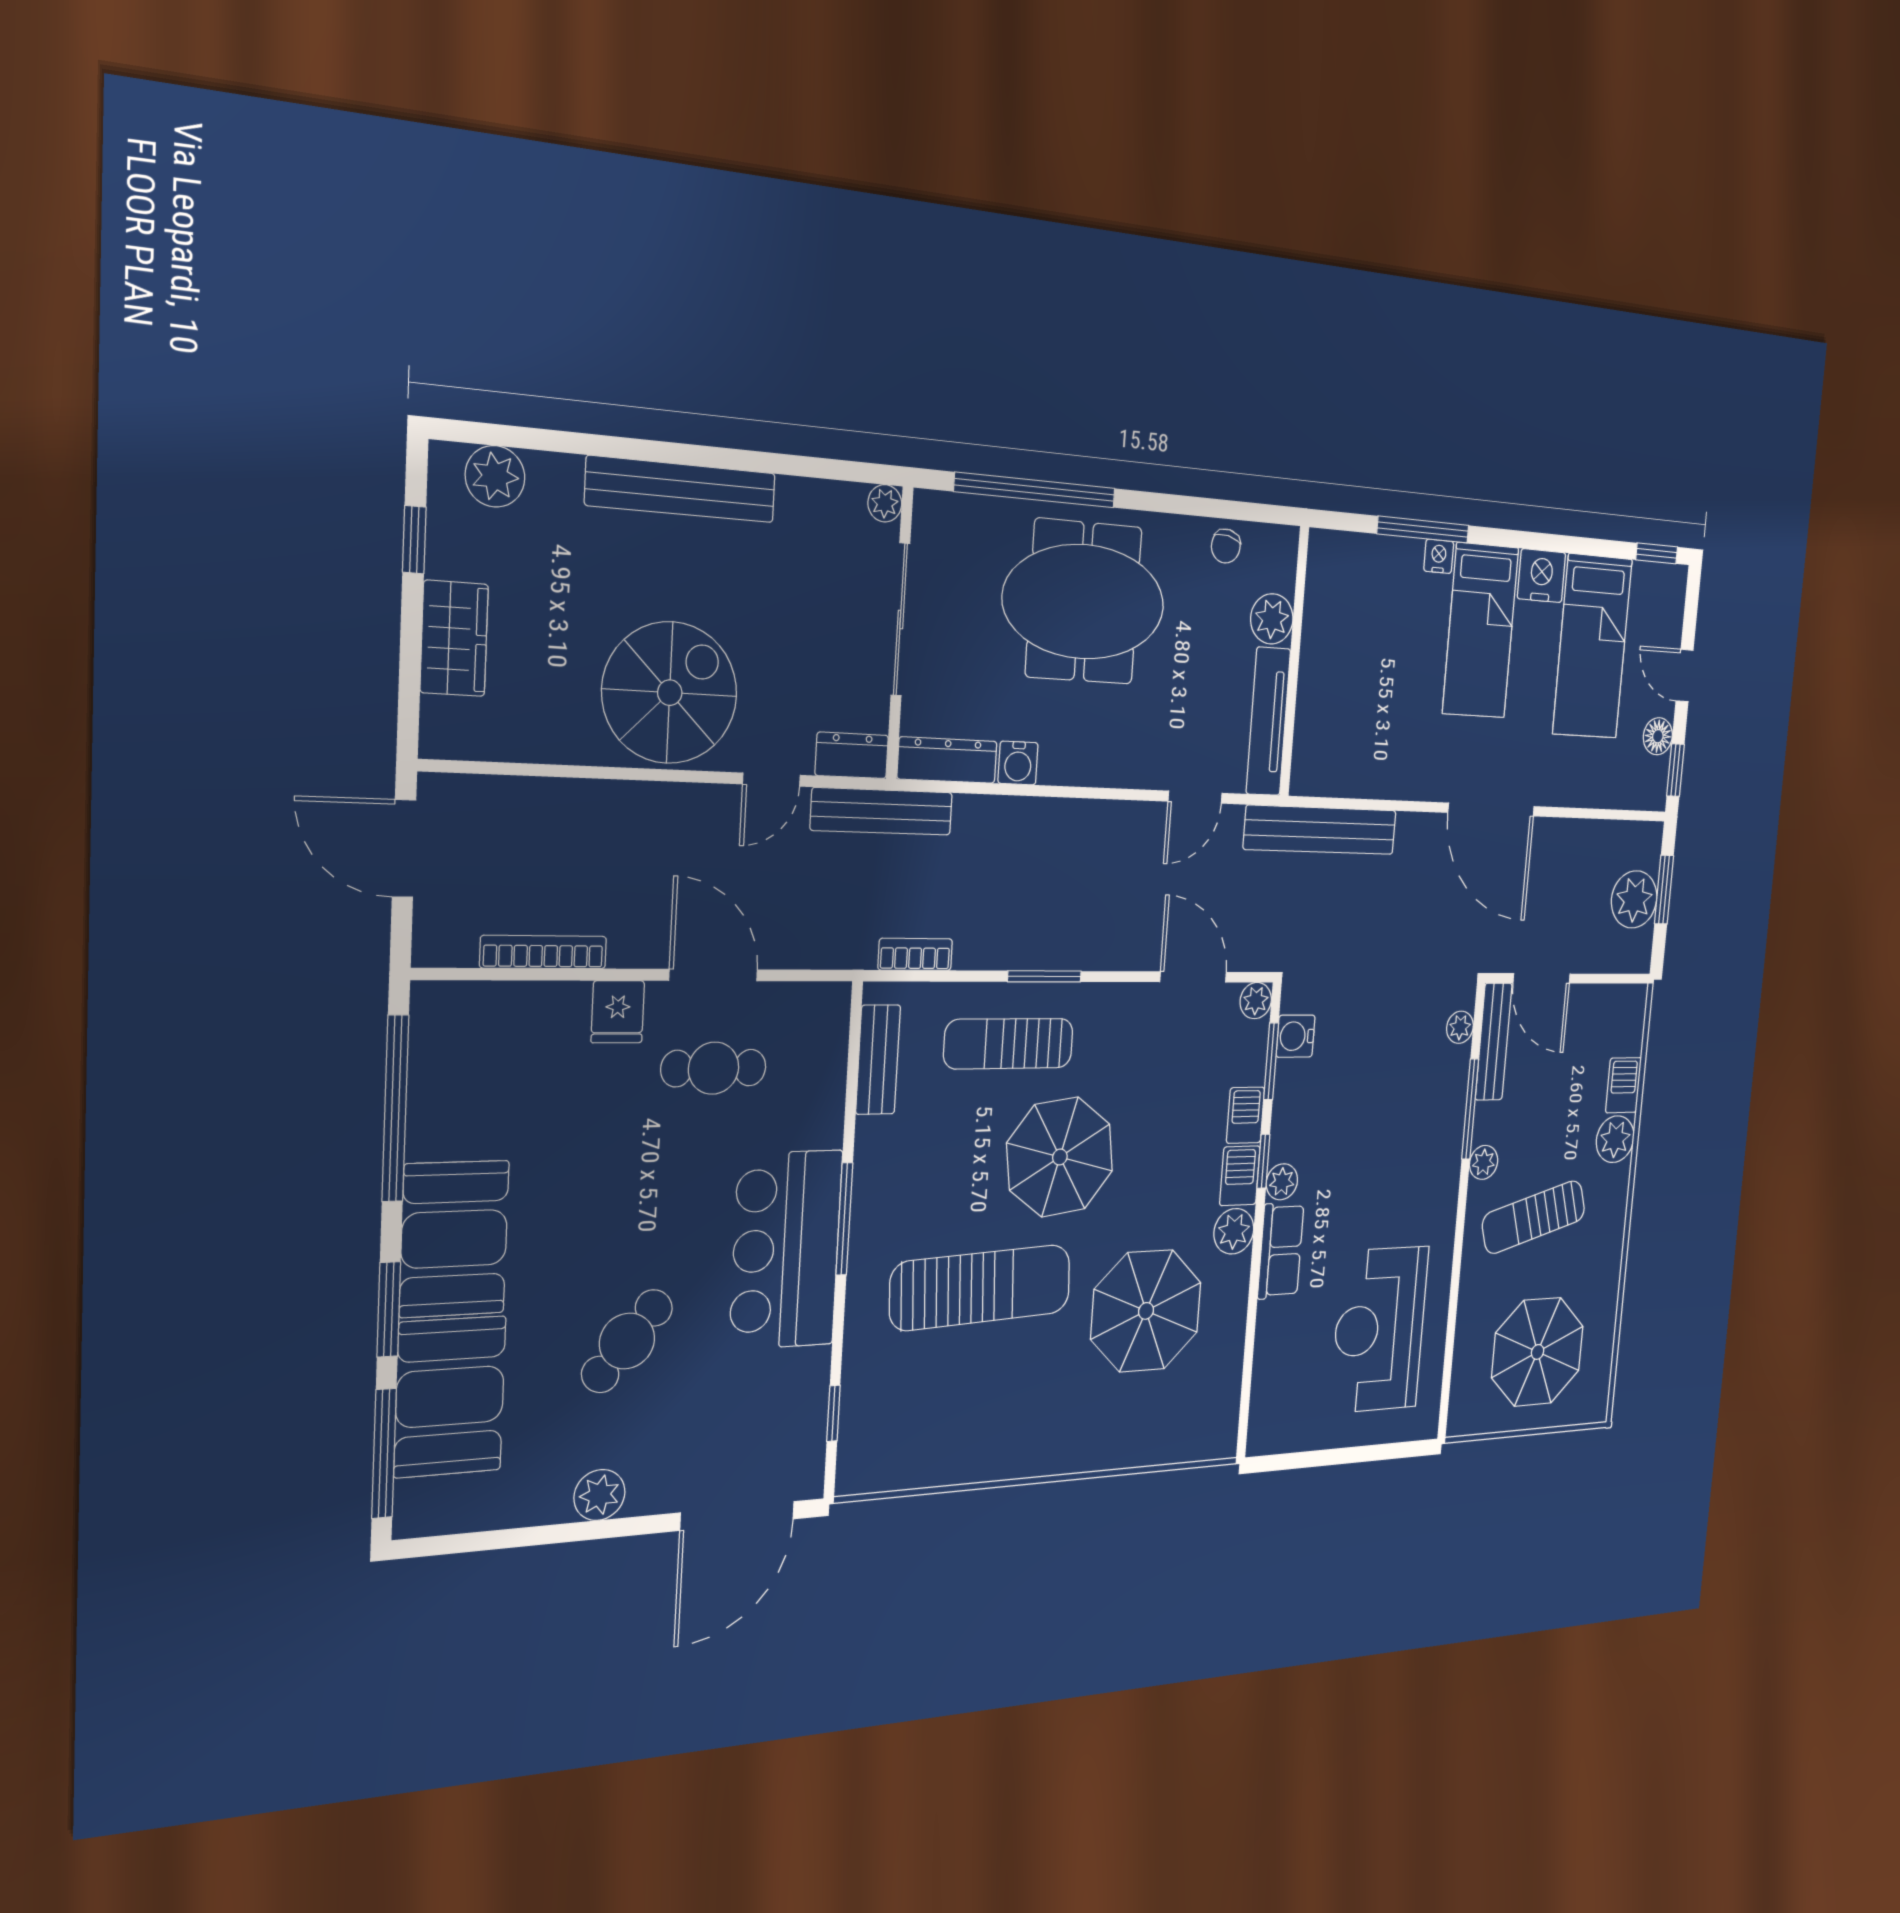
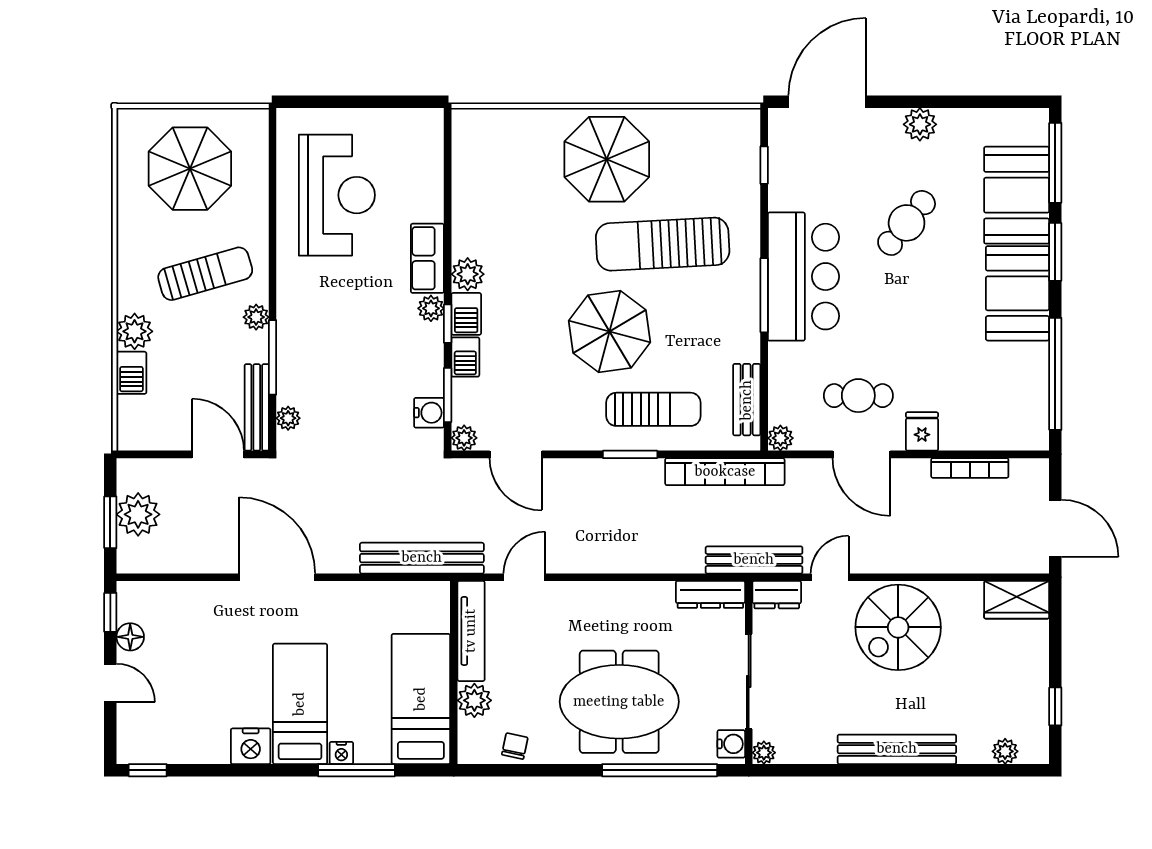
plant: (495, 476) -> (1005, 751), width x0.73, depth x0.73
wardrobe: (454, 638) -> (1017, 600), moved, turned -90
bed: (1592, 646) -> (421, 699), moved
water cooler: (1018, 763) -> (731, 744), moved, turned 90
bookcase: (915, 954) -> (725, 472), width x2.31, depth x1.31
plant: (833, 1001) -> (780, 438), added
parasol: (1146, 1311) -> (607, 159), moved

